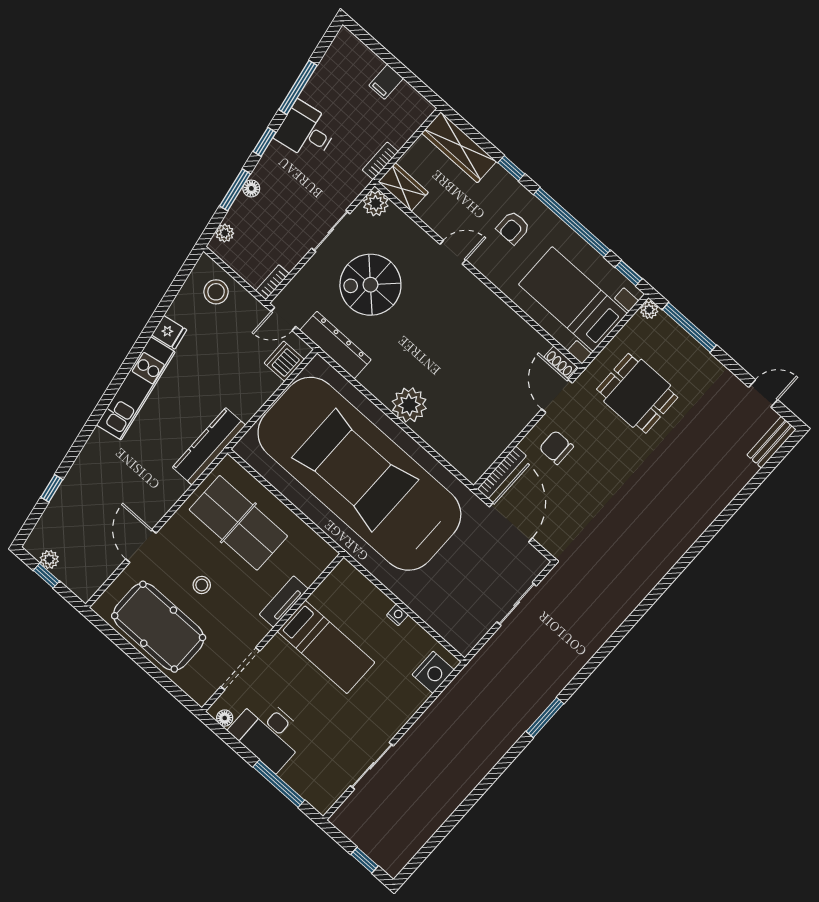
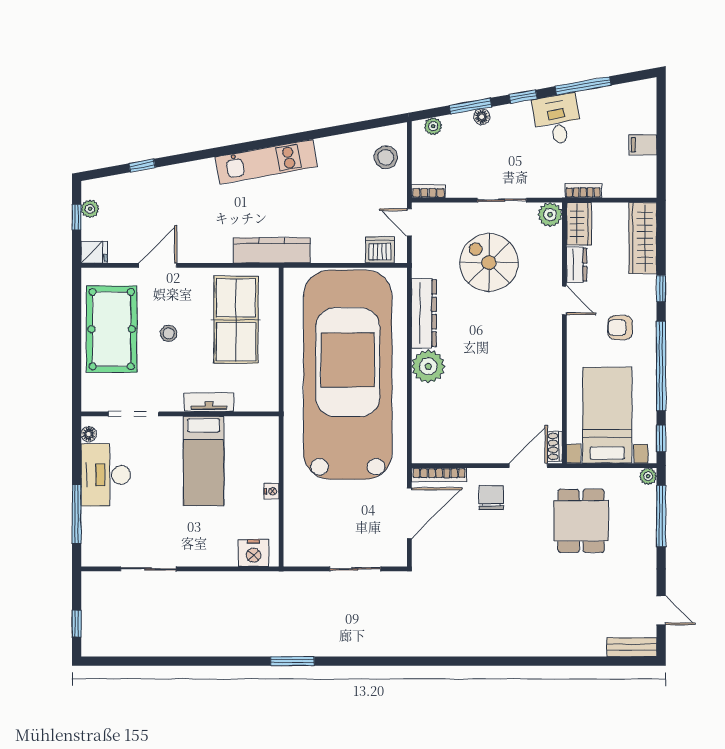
dresser: (434, 218) -> (577, 265), added
fridge: (169, 332) -> (94, 252), moved, turned -80
dresser: (336, 345) -> (424, 313), moved

